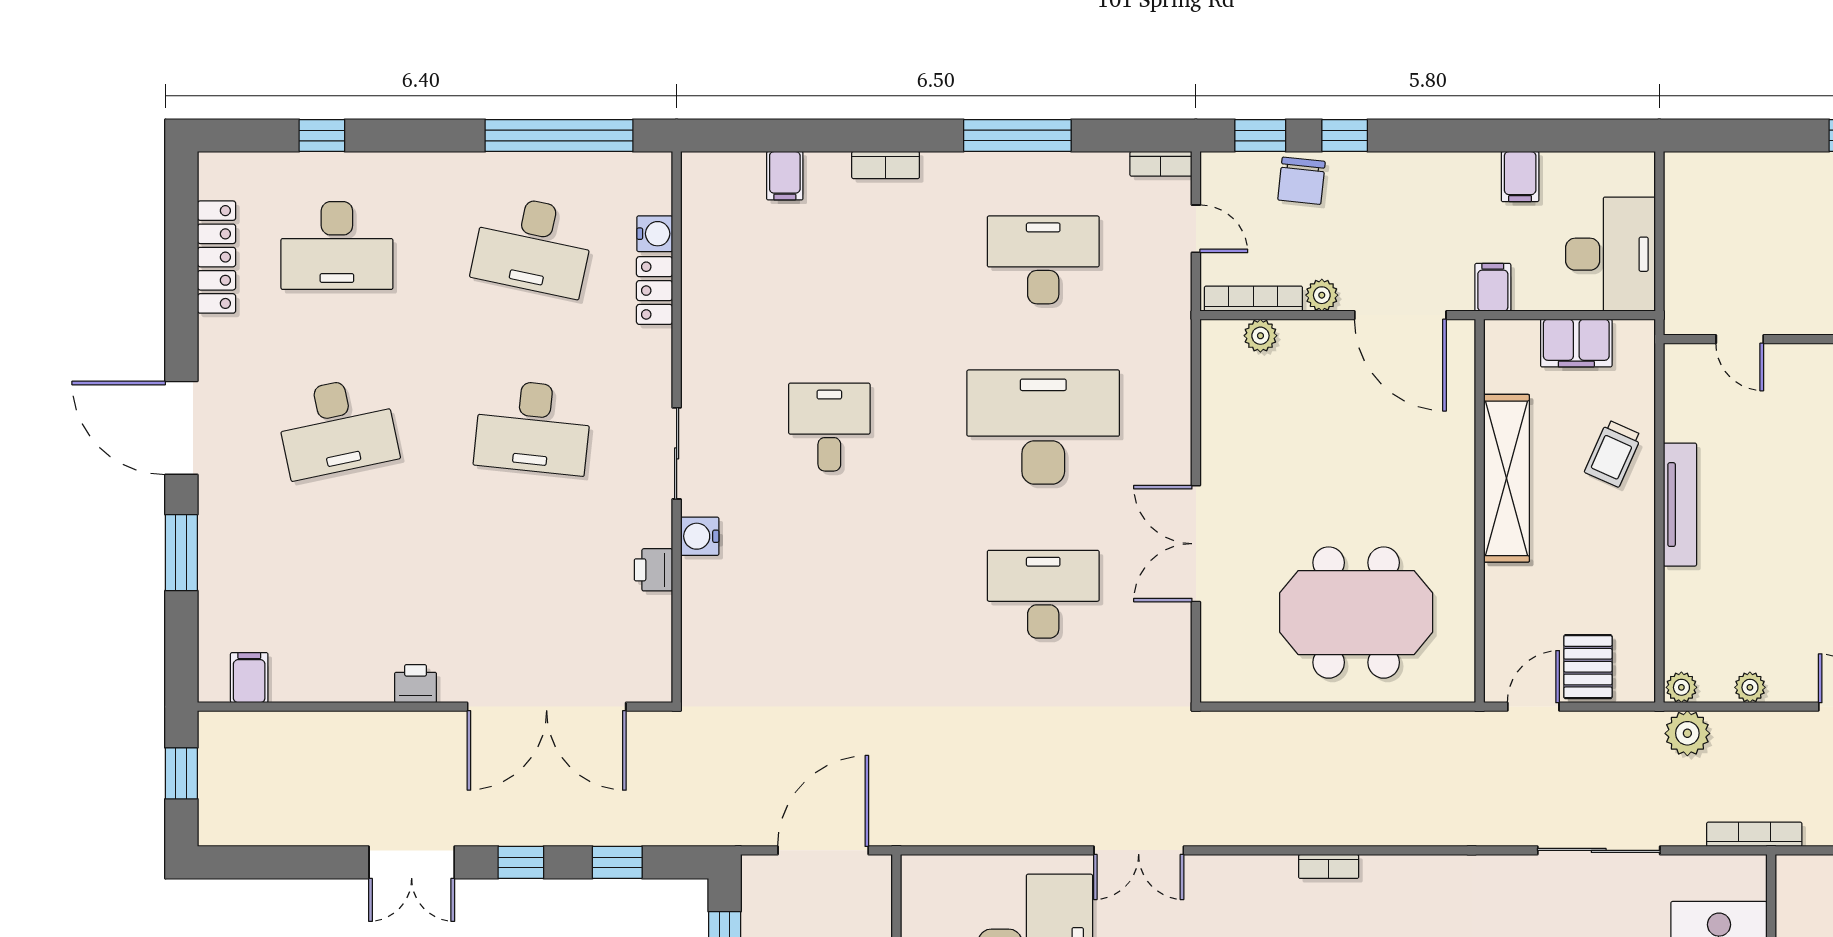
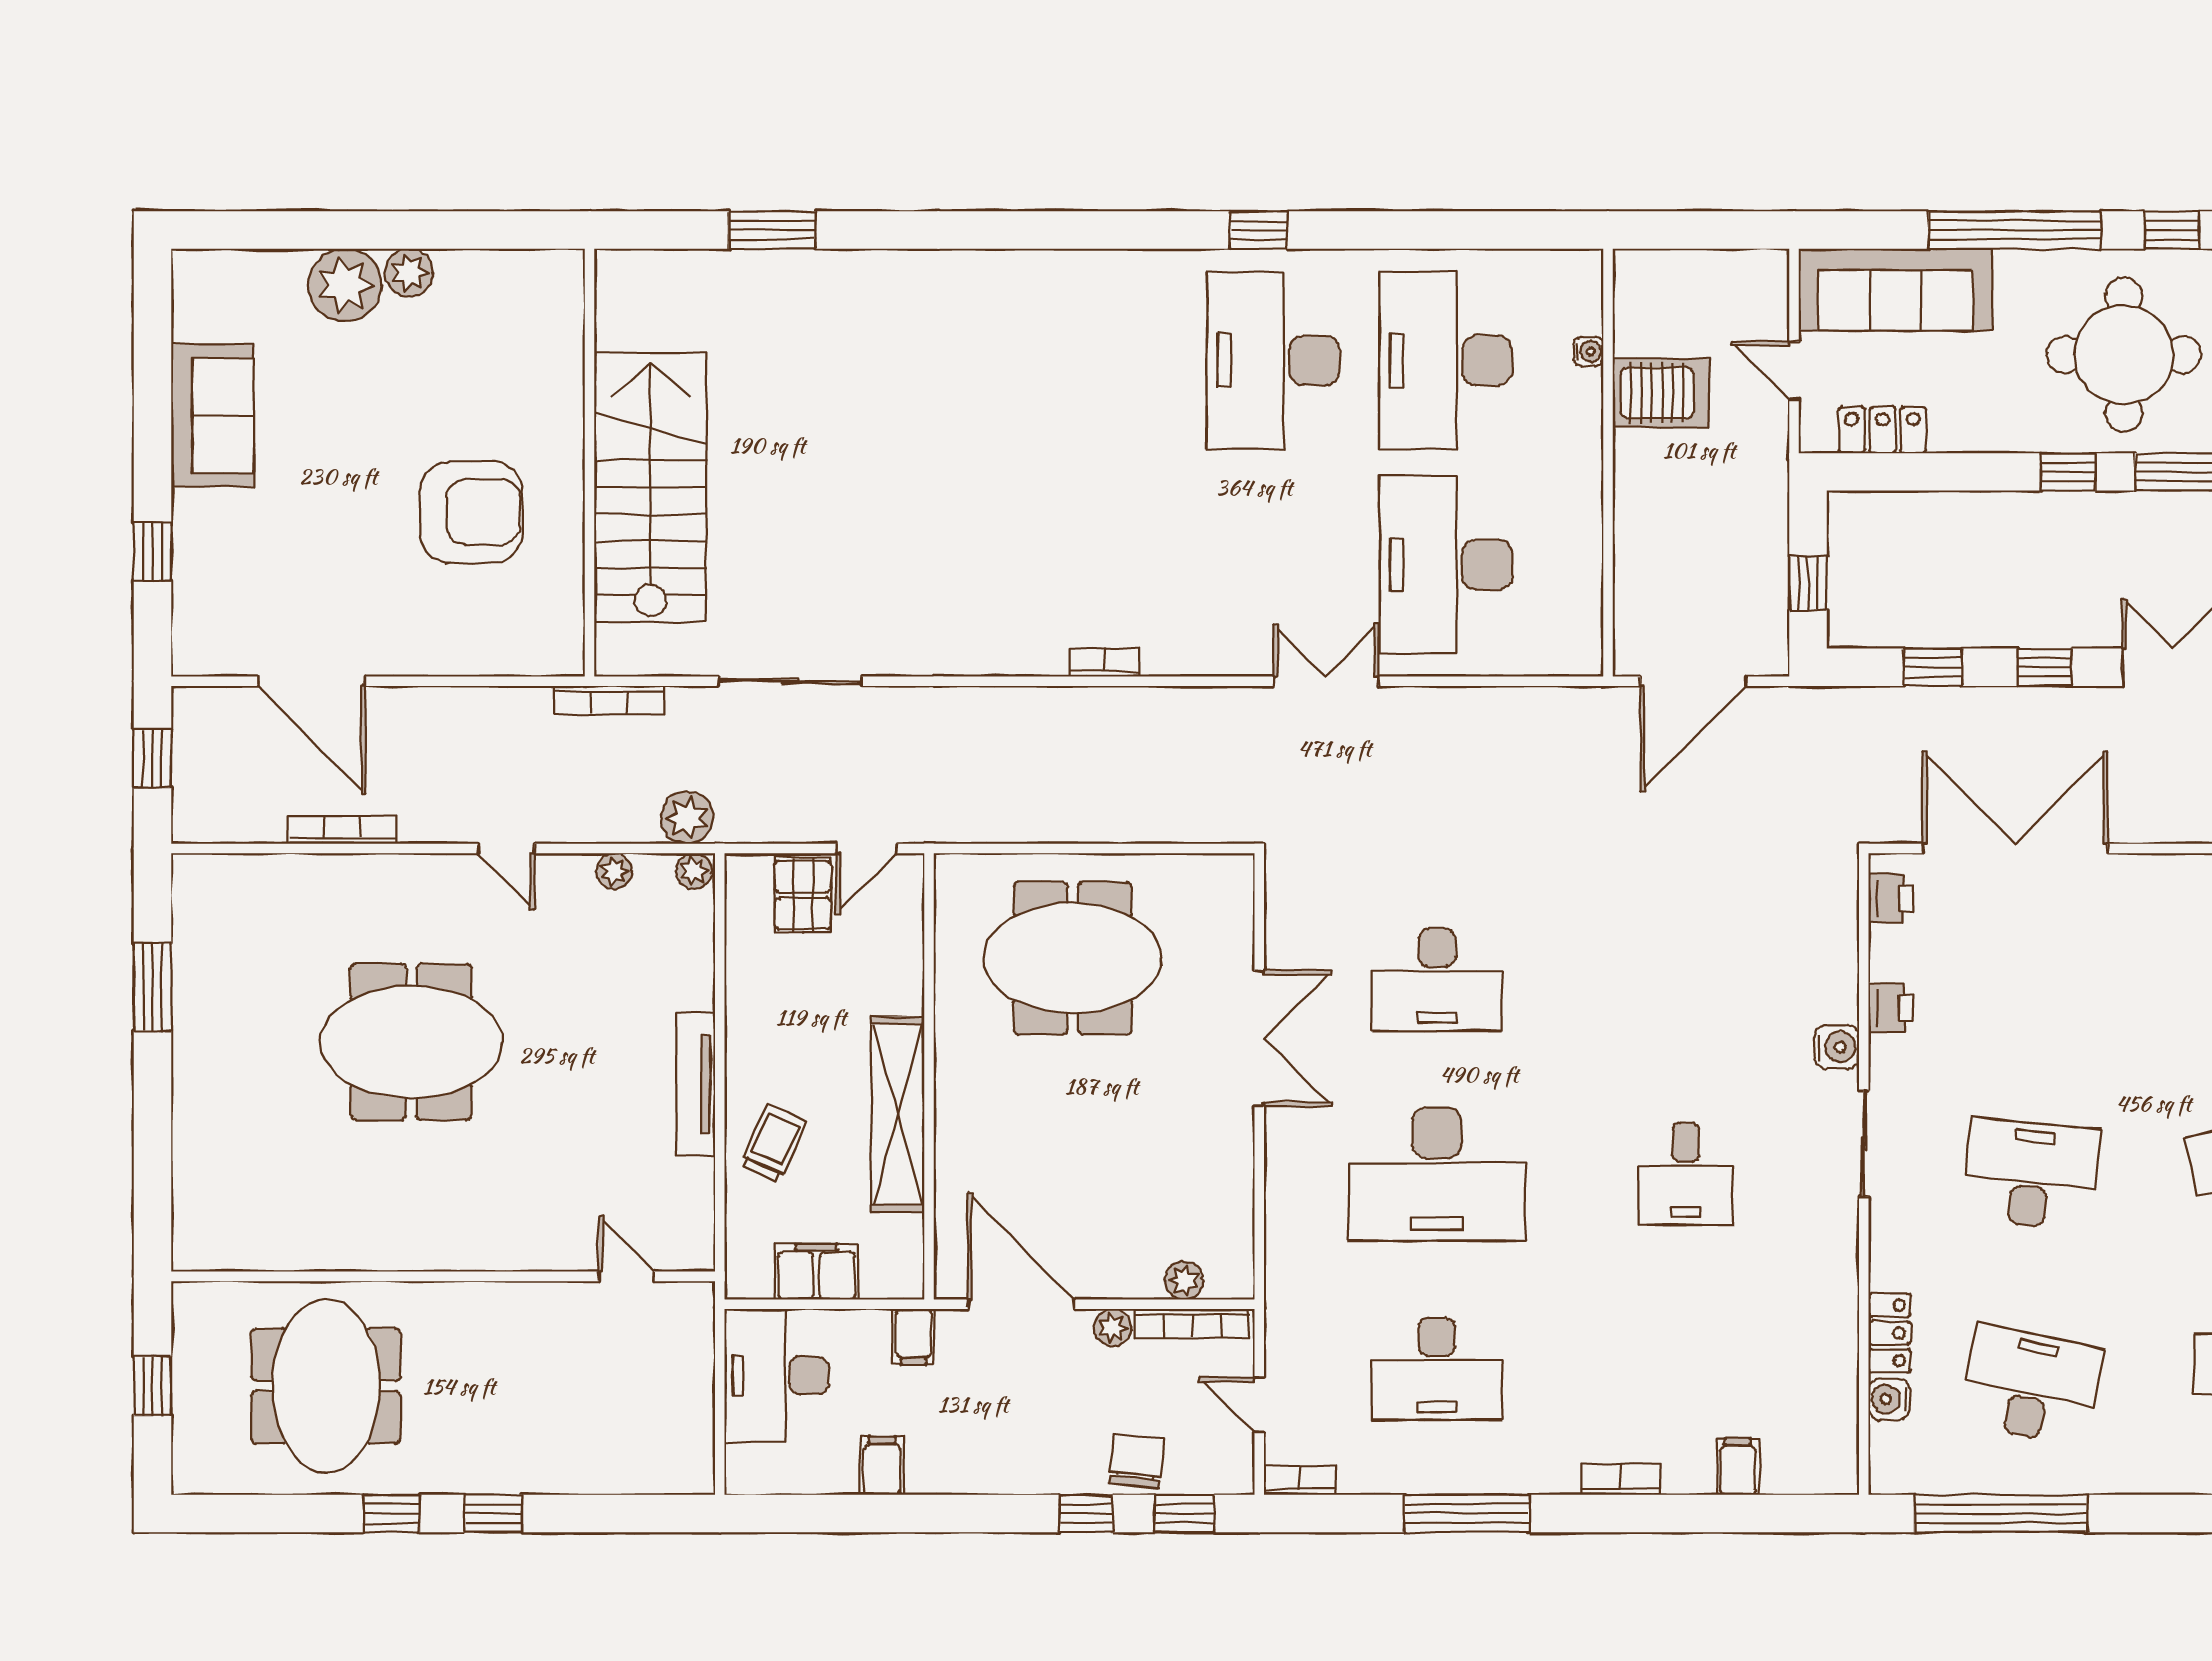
printer: (416, 684) -> (1891, 898), moved, turned -90

